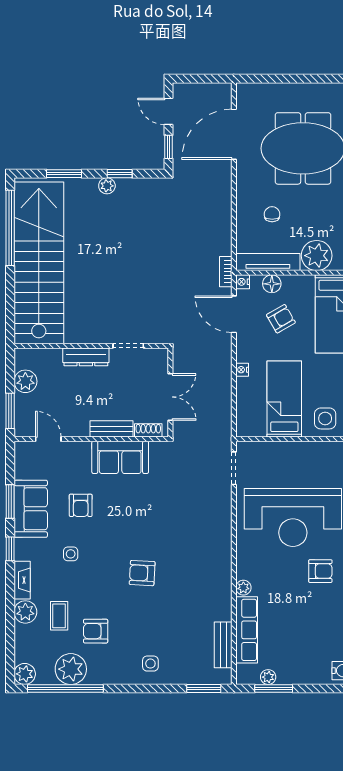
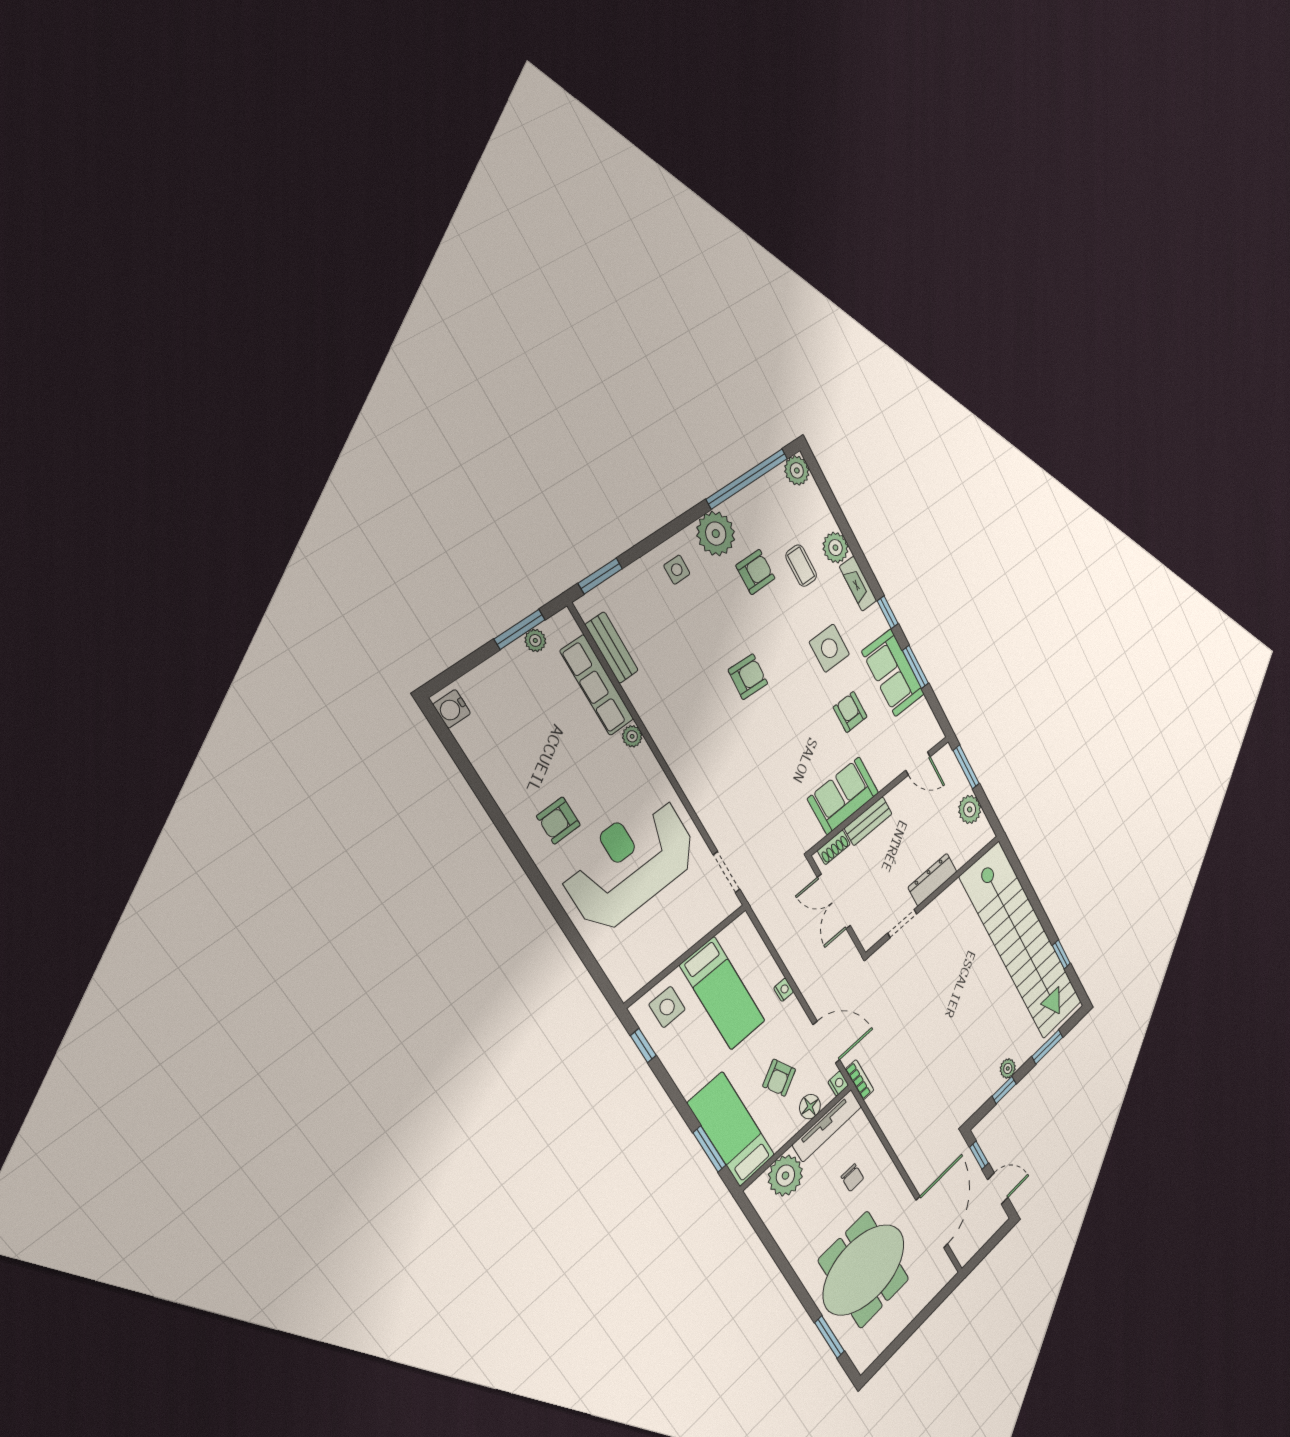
window: (10, 228) -> (1061, 954), width x0.32
side table: (71, 554) -> (829, 648), width x1.87, depth x1.87
plant: (71, 669) -> (716, 534), moved

